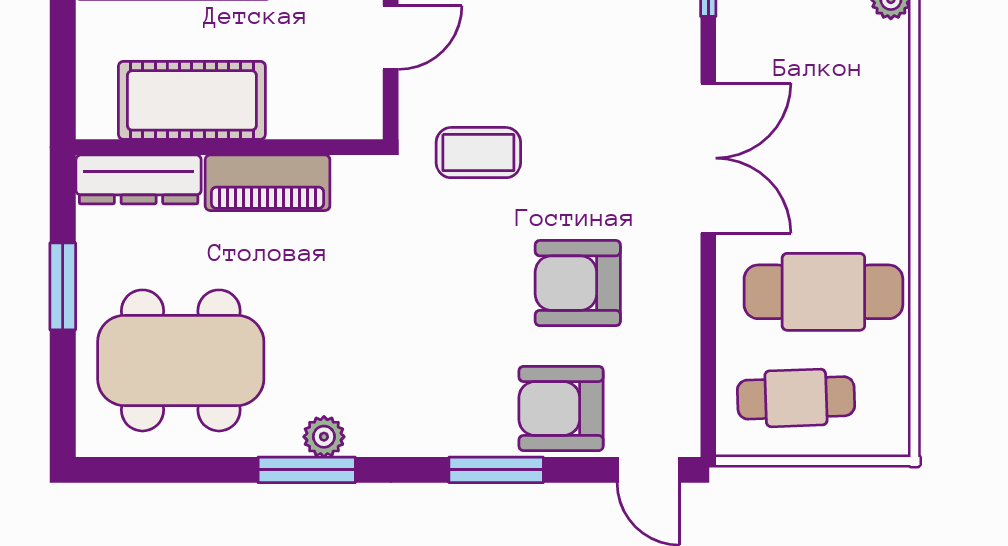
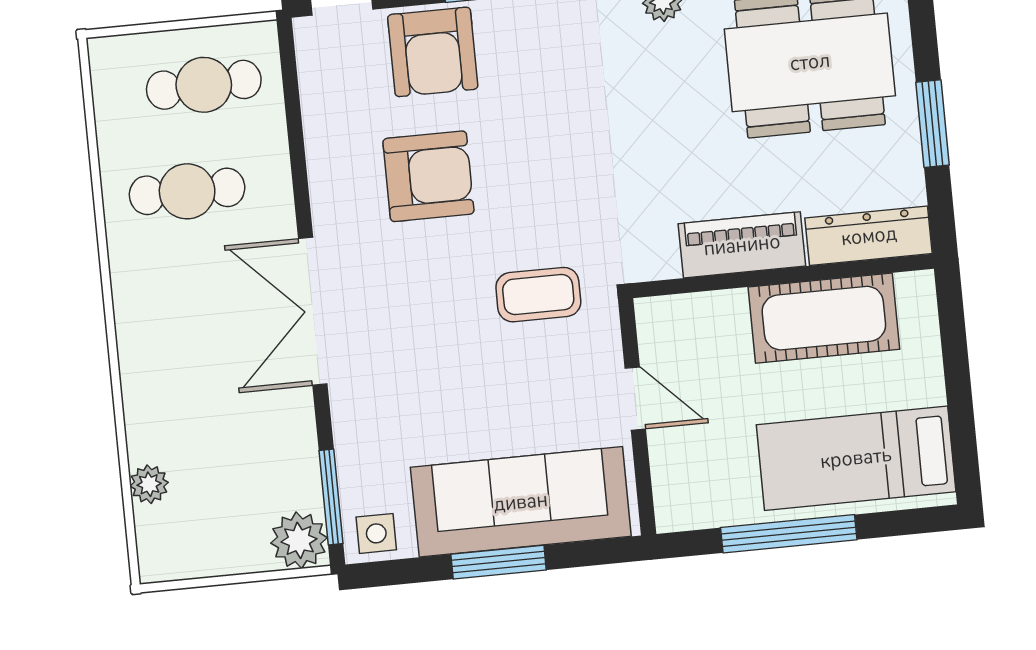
door: (391, 38) -> (635, 399), swing flipped
cafe table: (823, 292) -> (187, 191), width x0.73, depth x0.74
armchair: (561, 408) -> (433, 52), turned 90

